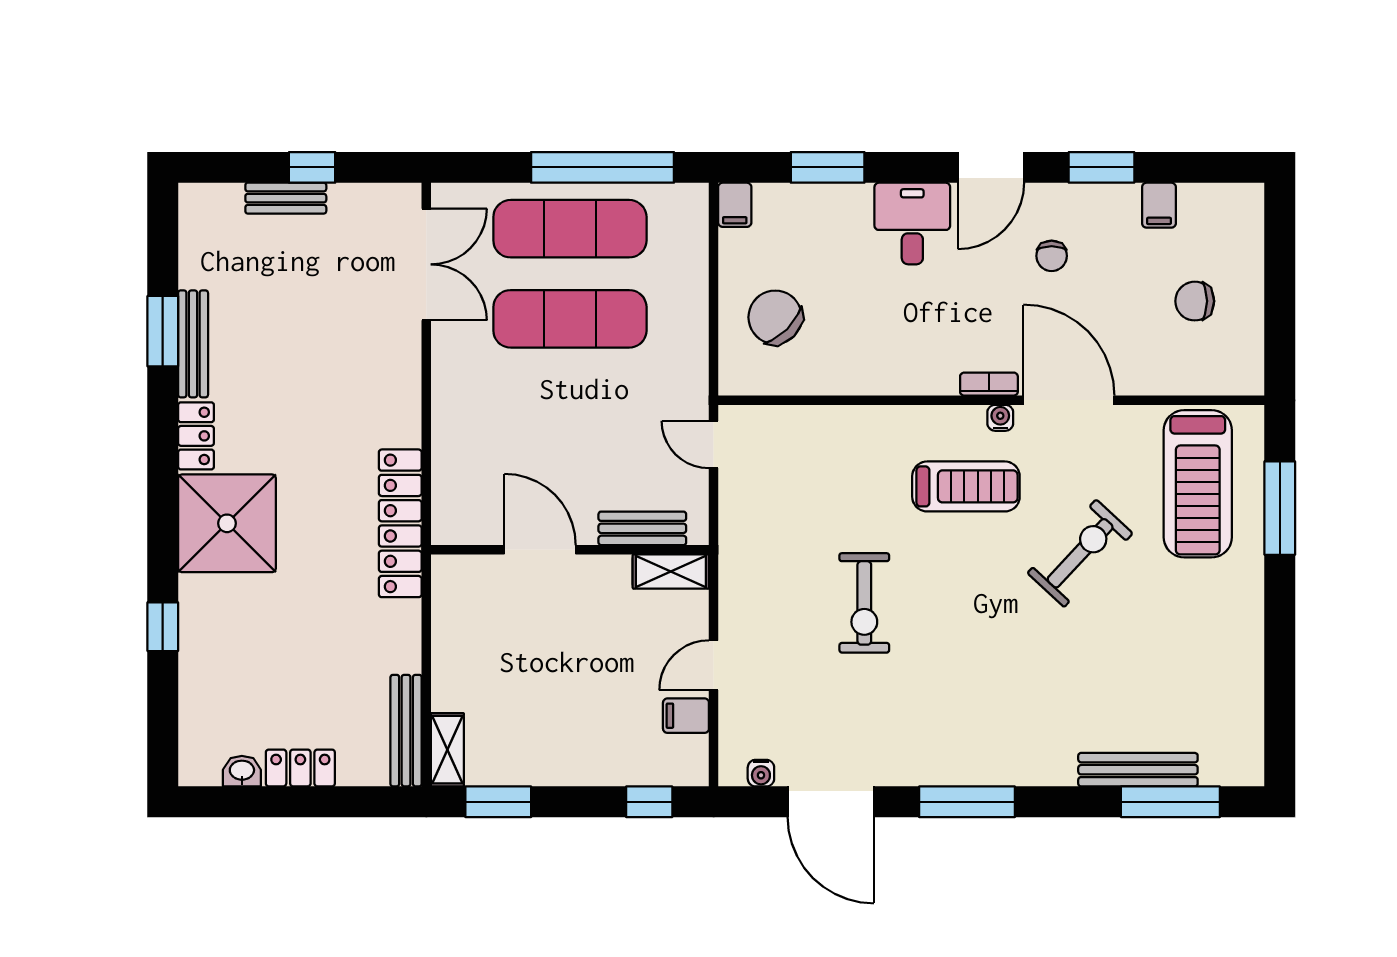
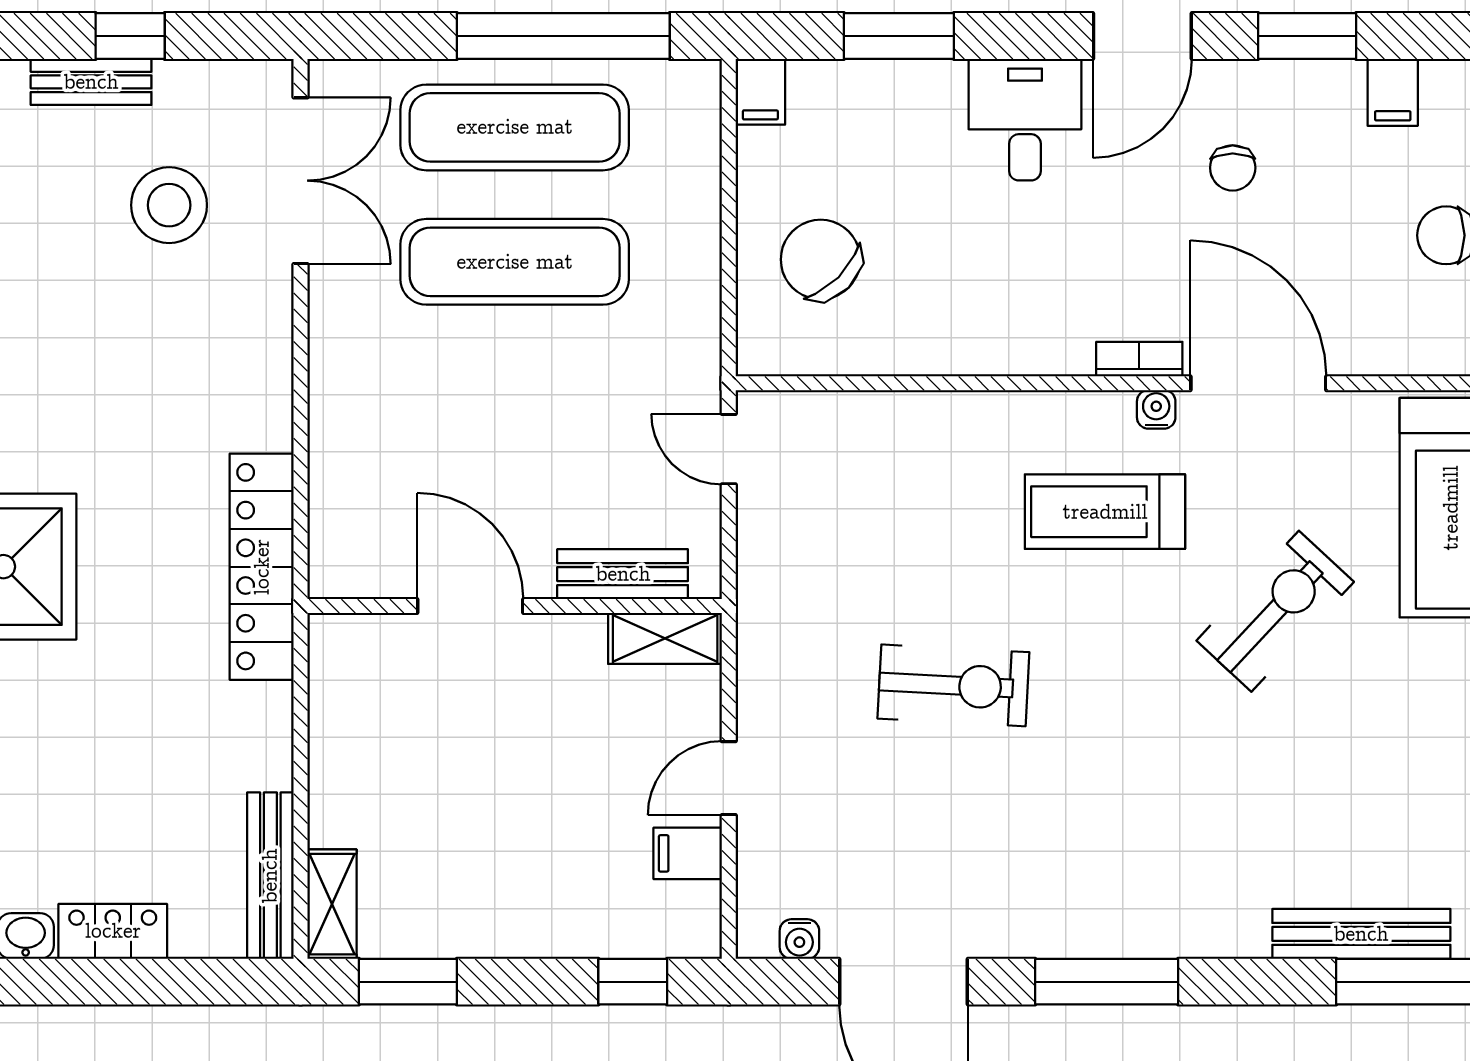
stool: (338, 281) -> (169, 205), added
treadmill: (966, 486) -> (1105, 512), turned 180
exercise bike: (864, 603) -> (953, 685), turned -87

